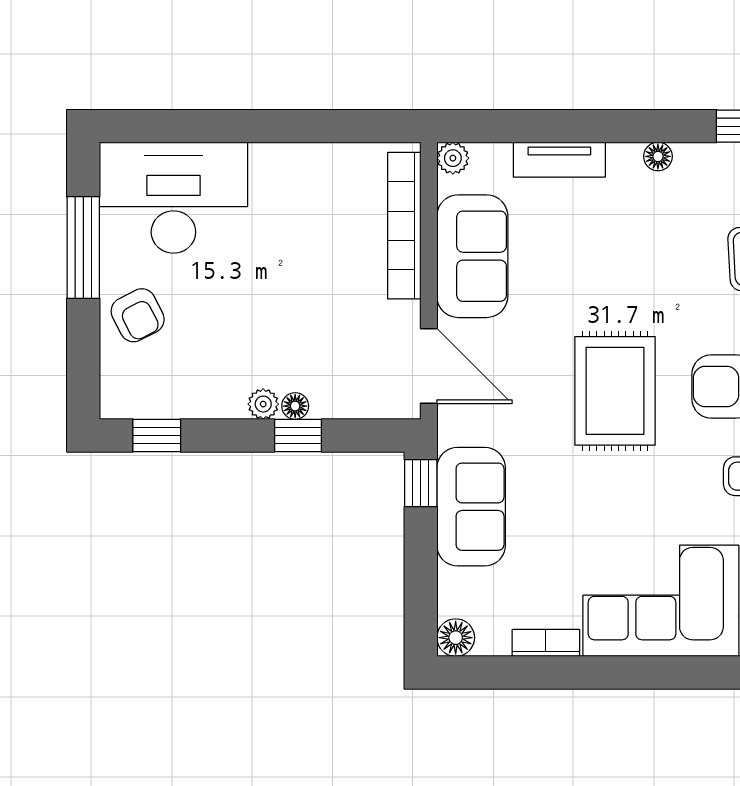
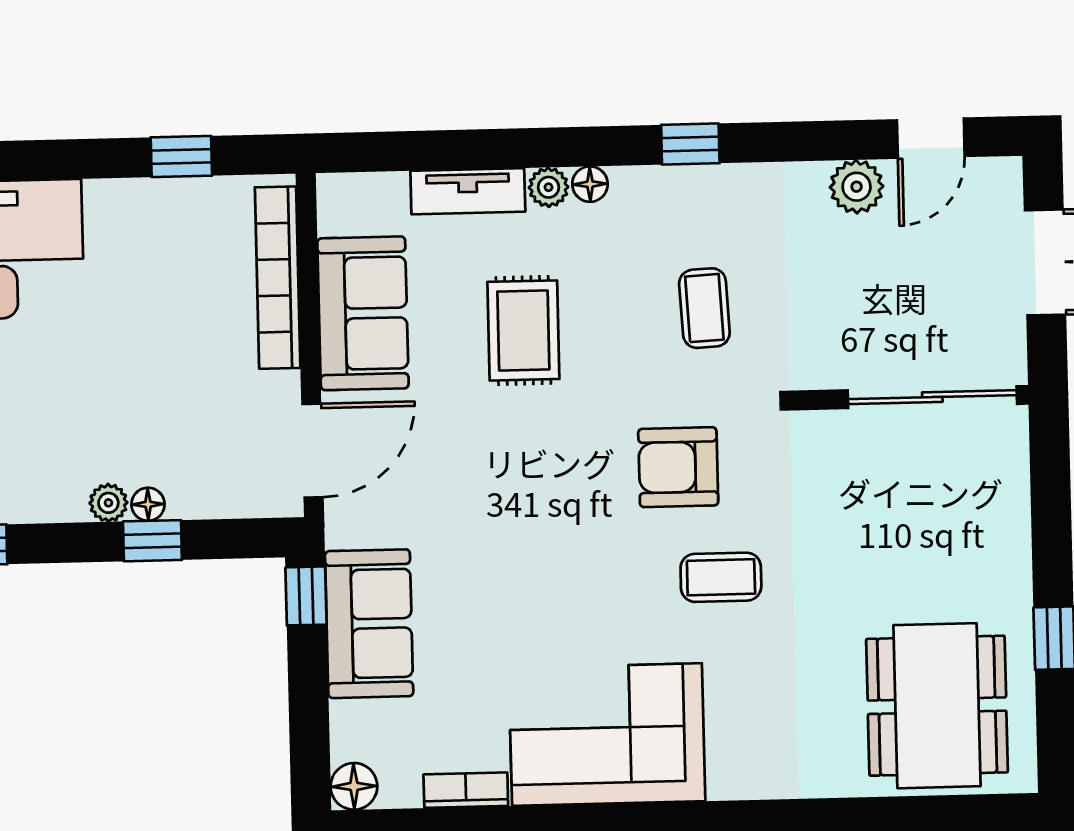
window: (329, 126) -> (181, 156), added
plant: (453, 158) -> (549, 187), moved
door: (429, 366) -> (312, 451), hinge flipped
rug: (615, 391) -> (523, 330), moved, width x0.73, depth x0.70

